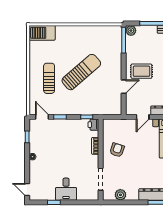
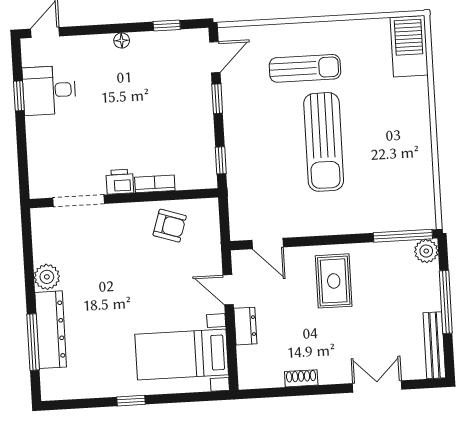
sun lounger: (81, 72) -> (324, 142), turned 41
door: (124, 87) -> (268, 244), moved
printer: (93, 125) -> (120, 182), moved
armchair: (117, 150) -> (170, 226), moved
desk: (66, 189) -> (49, 90), moved
plant: (120, 195) -> (47, 277), moved

